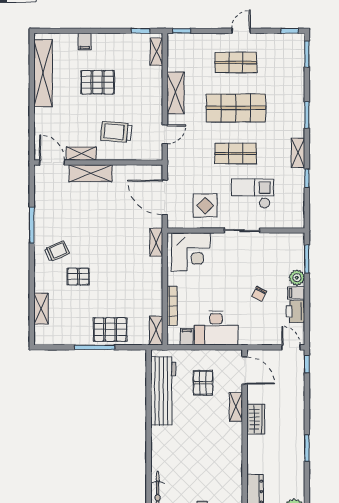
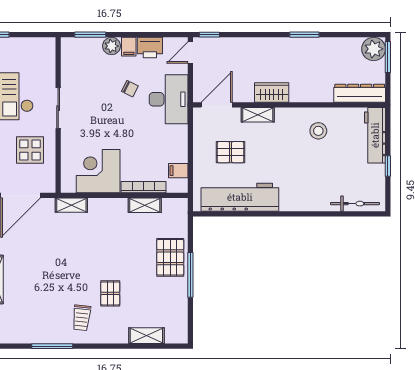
trolley: (57, 251) -> (82, 318), turned -151
corner desk: (191, 252) -> (98, 171), moved, turned -90
desk: (216, 328) -> (169, 99), moved
shelving: (156, 331) -> (145, 205), moved
stool: (222, 460) -> (318, 131), added

